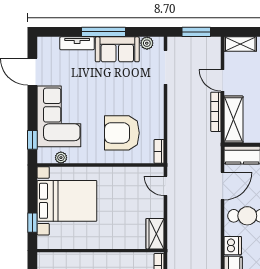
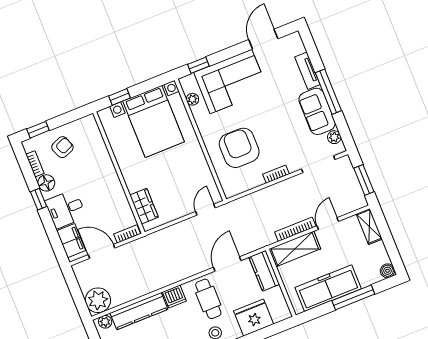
bookcase: (159, 151) -> (276, 174), moved
door: (223, 186) -> (227, 264), swing flipped
wardrobe: (155, 234) -> (144, 206), moved, turned 90

